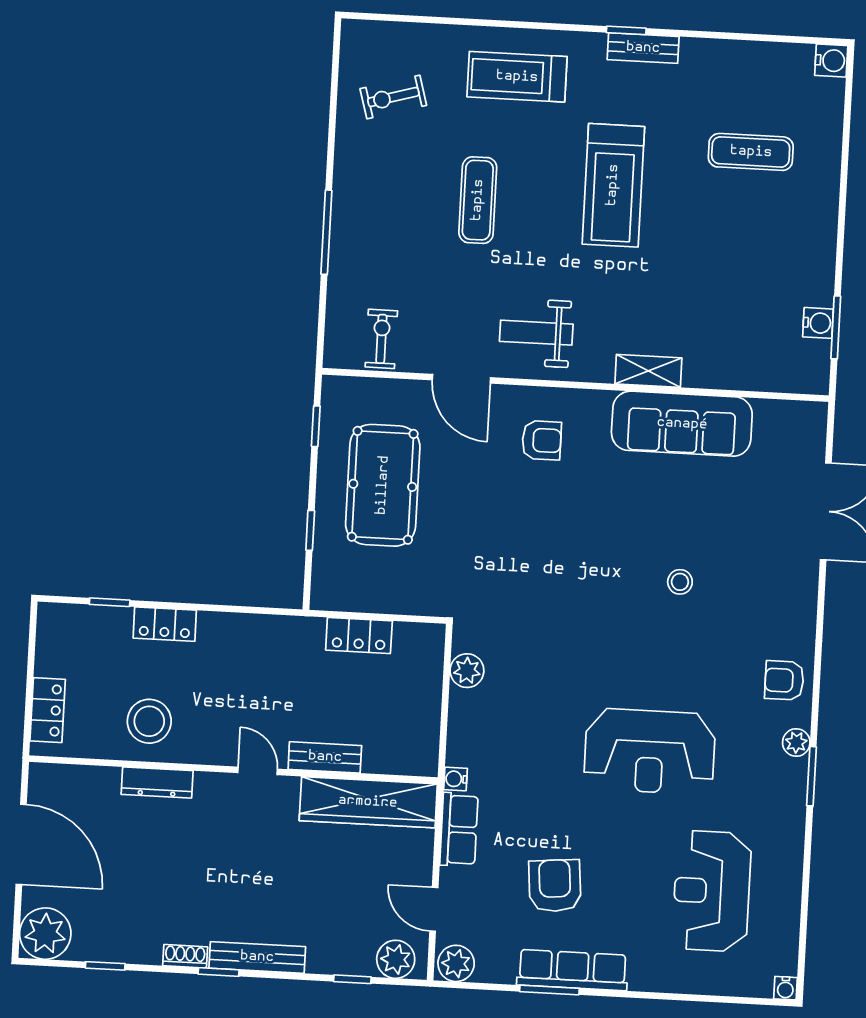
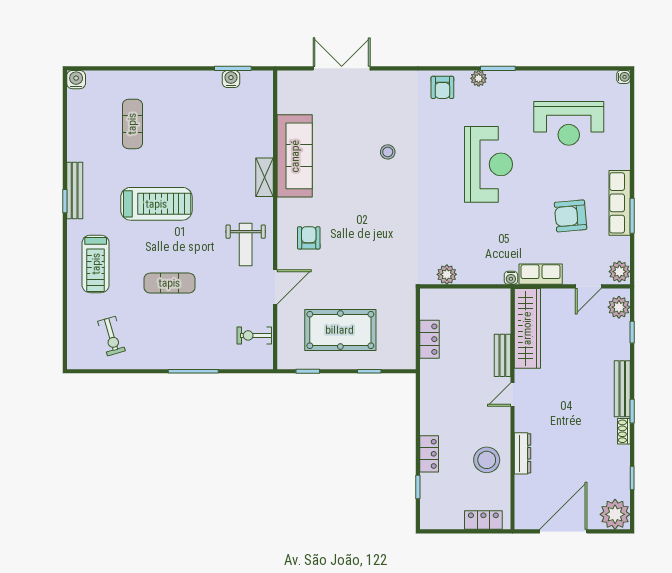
bench: (643, 48) -> (75, 191), width x1.36

